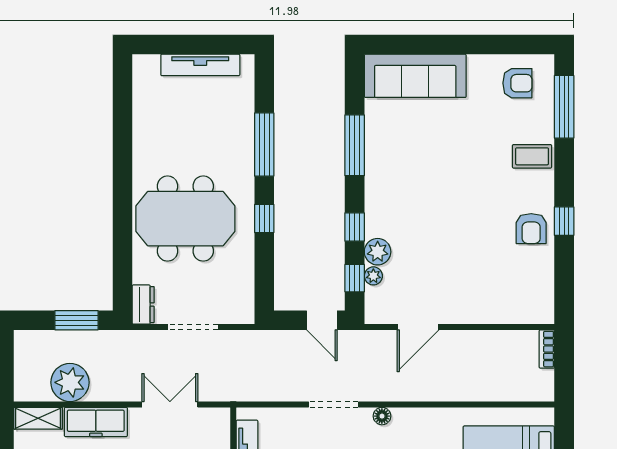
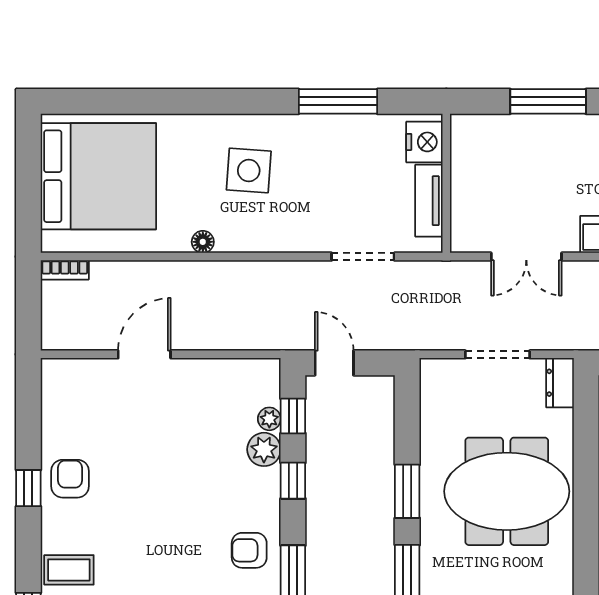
armchair: (389, 172) -> (249, 550), added
window: (264, 219) -> (407, 491), width x1.50
door: (418, 327) -> (144, 354), moved
bookcase: (547, 349) -> (65, 270), moved, turned 90
doorway: (334, 404) -> (363, 257), moved
floor lamp: (382, 416) -> (203, 242), moved

